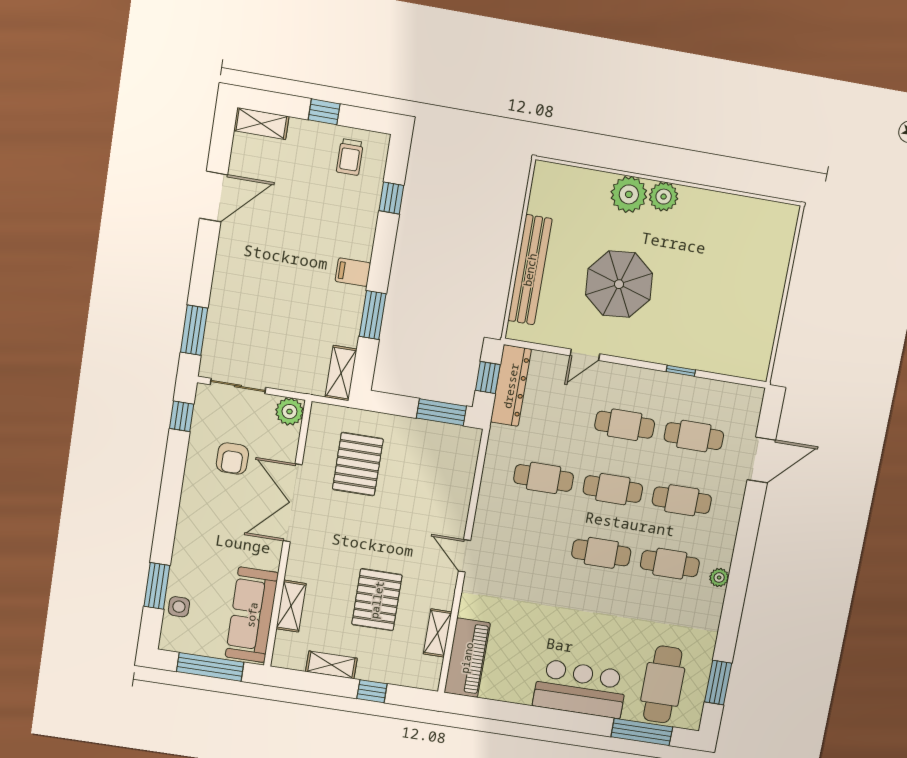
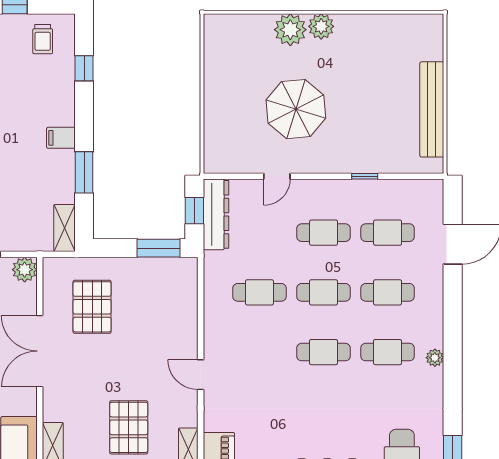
bench: (530, 270) -> (432, 109), moved

